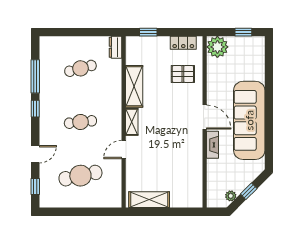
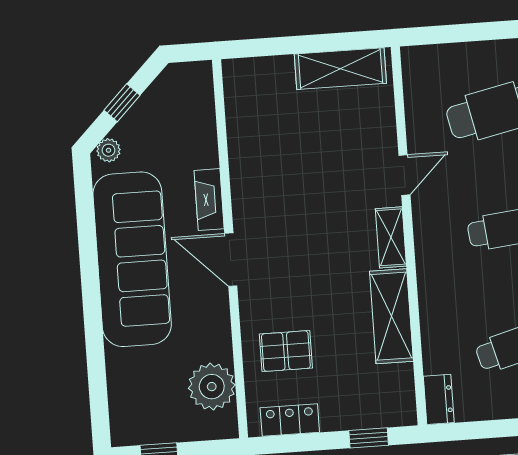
plant: (217, 47) -> (212, 387), moved
plant: (231, 196) -> (109, 150), moved

